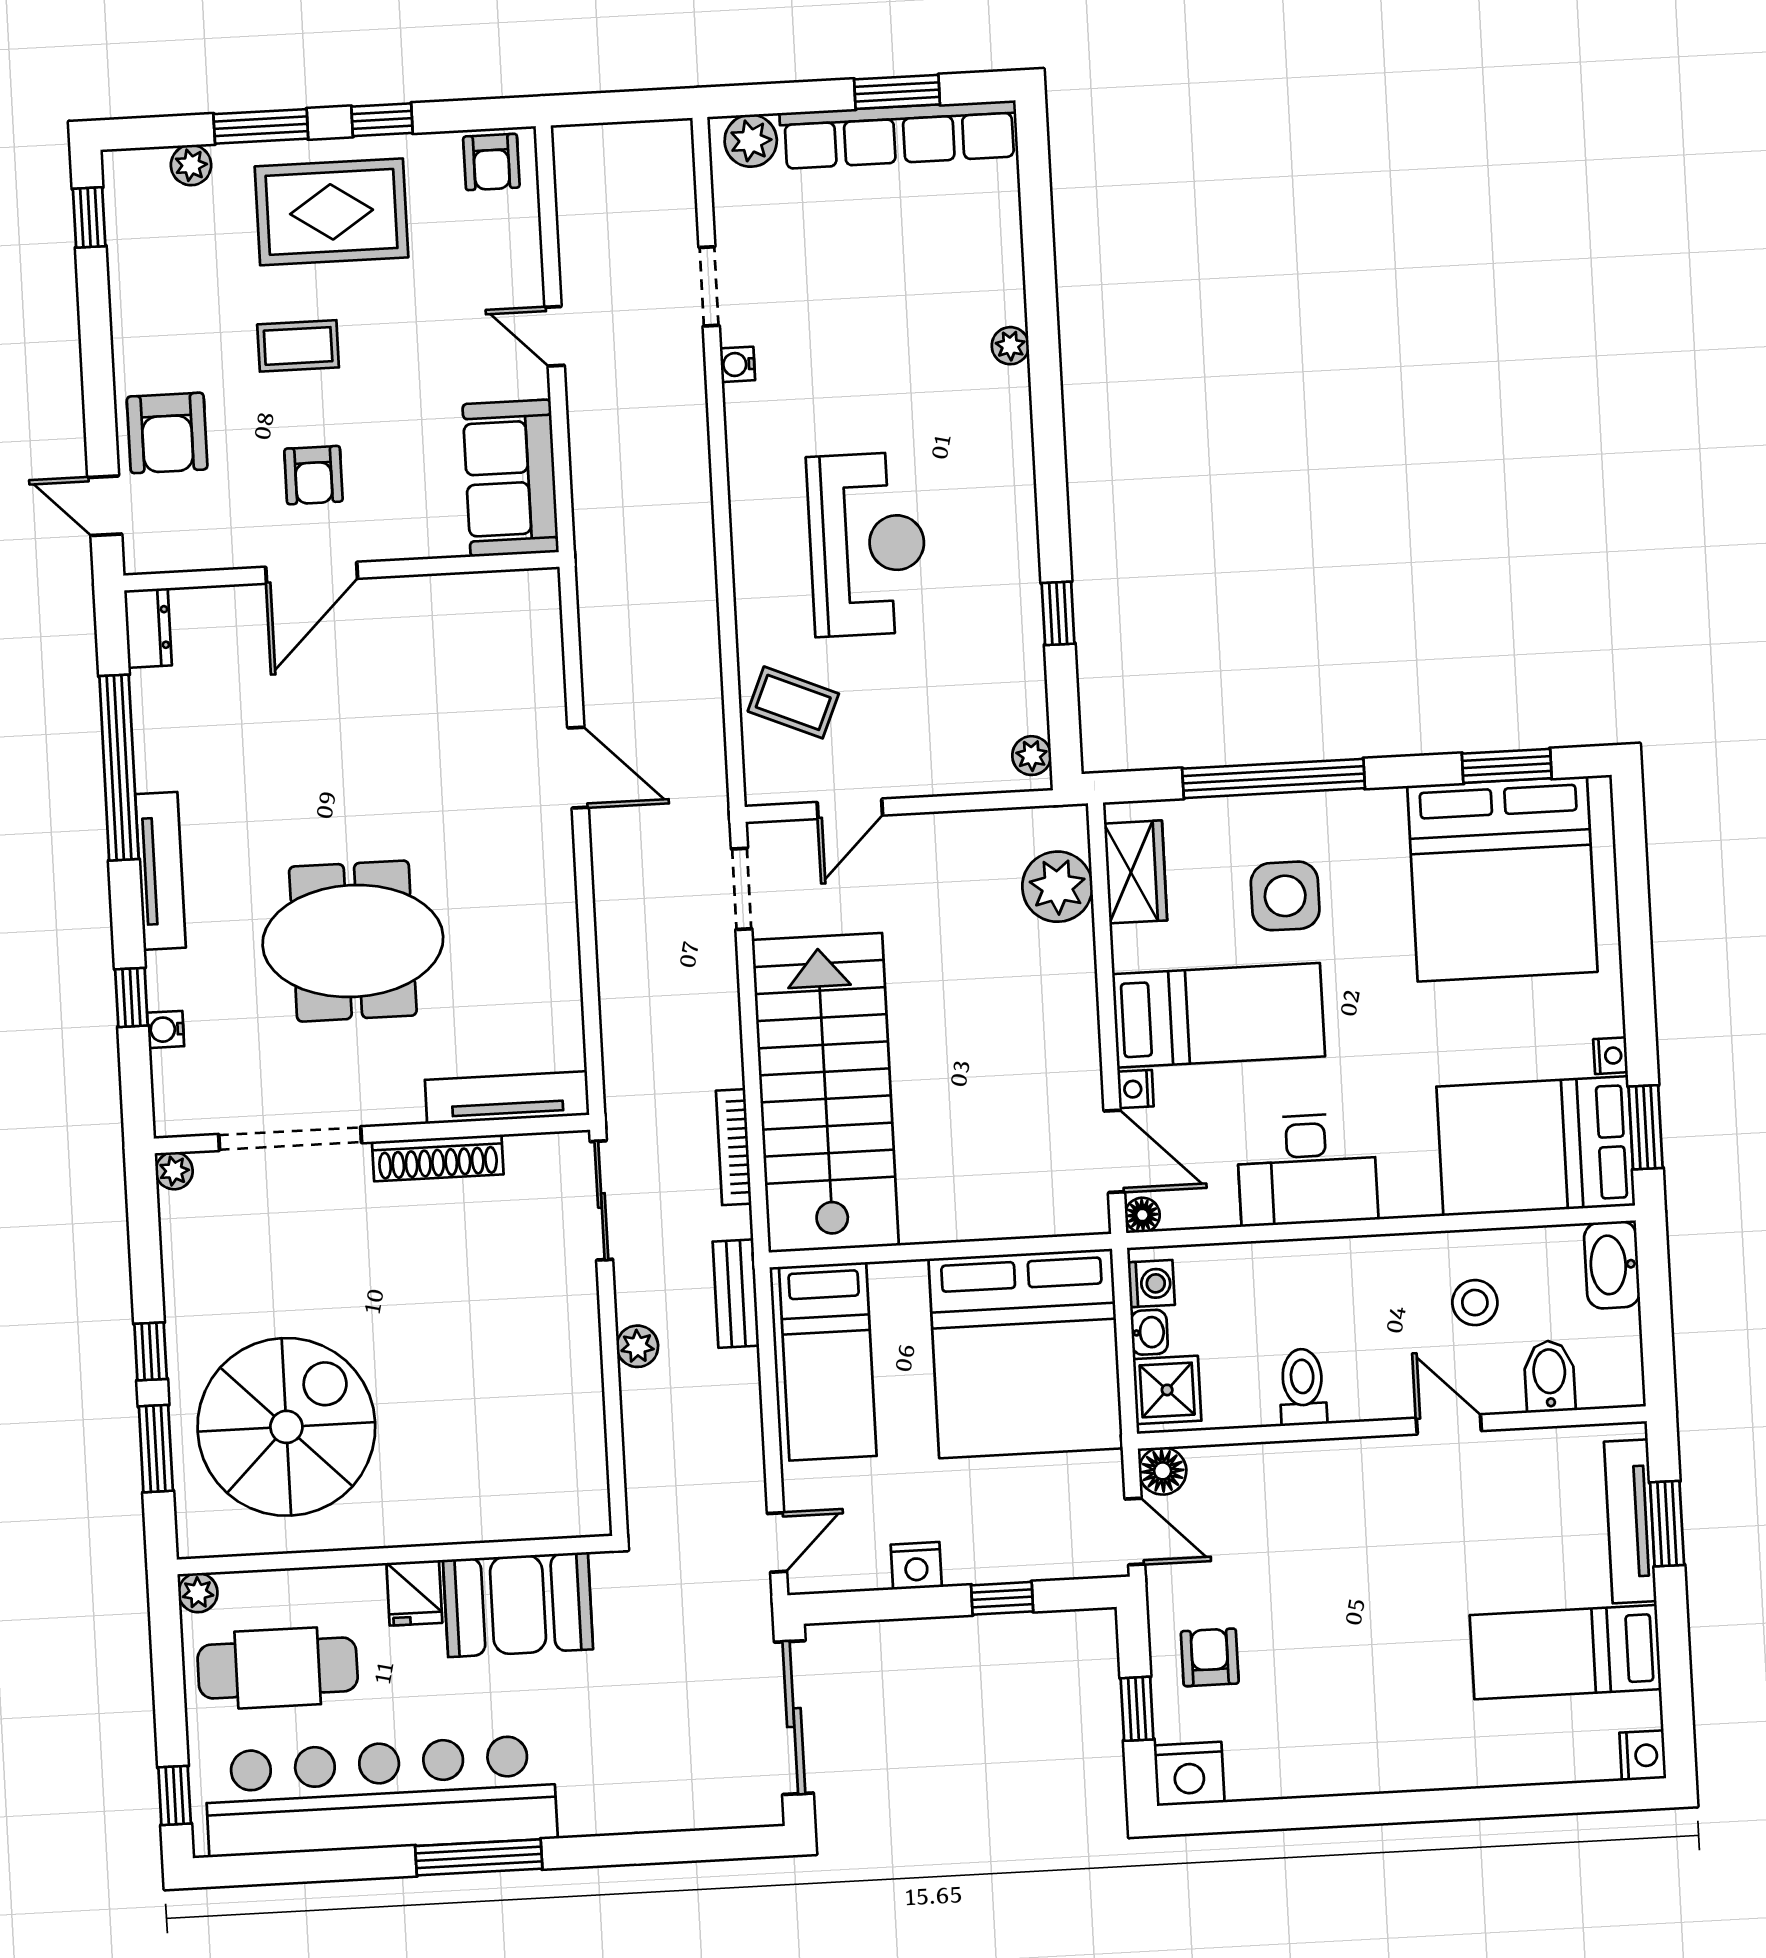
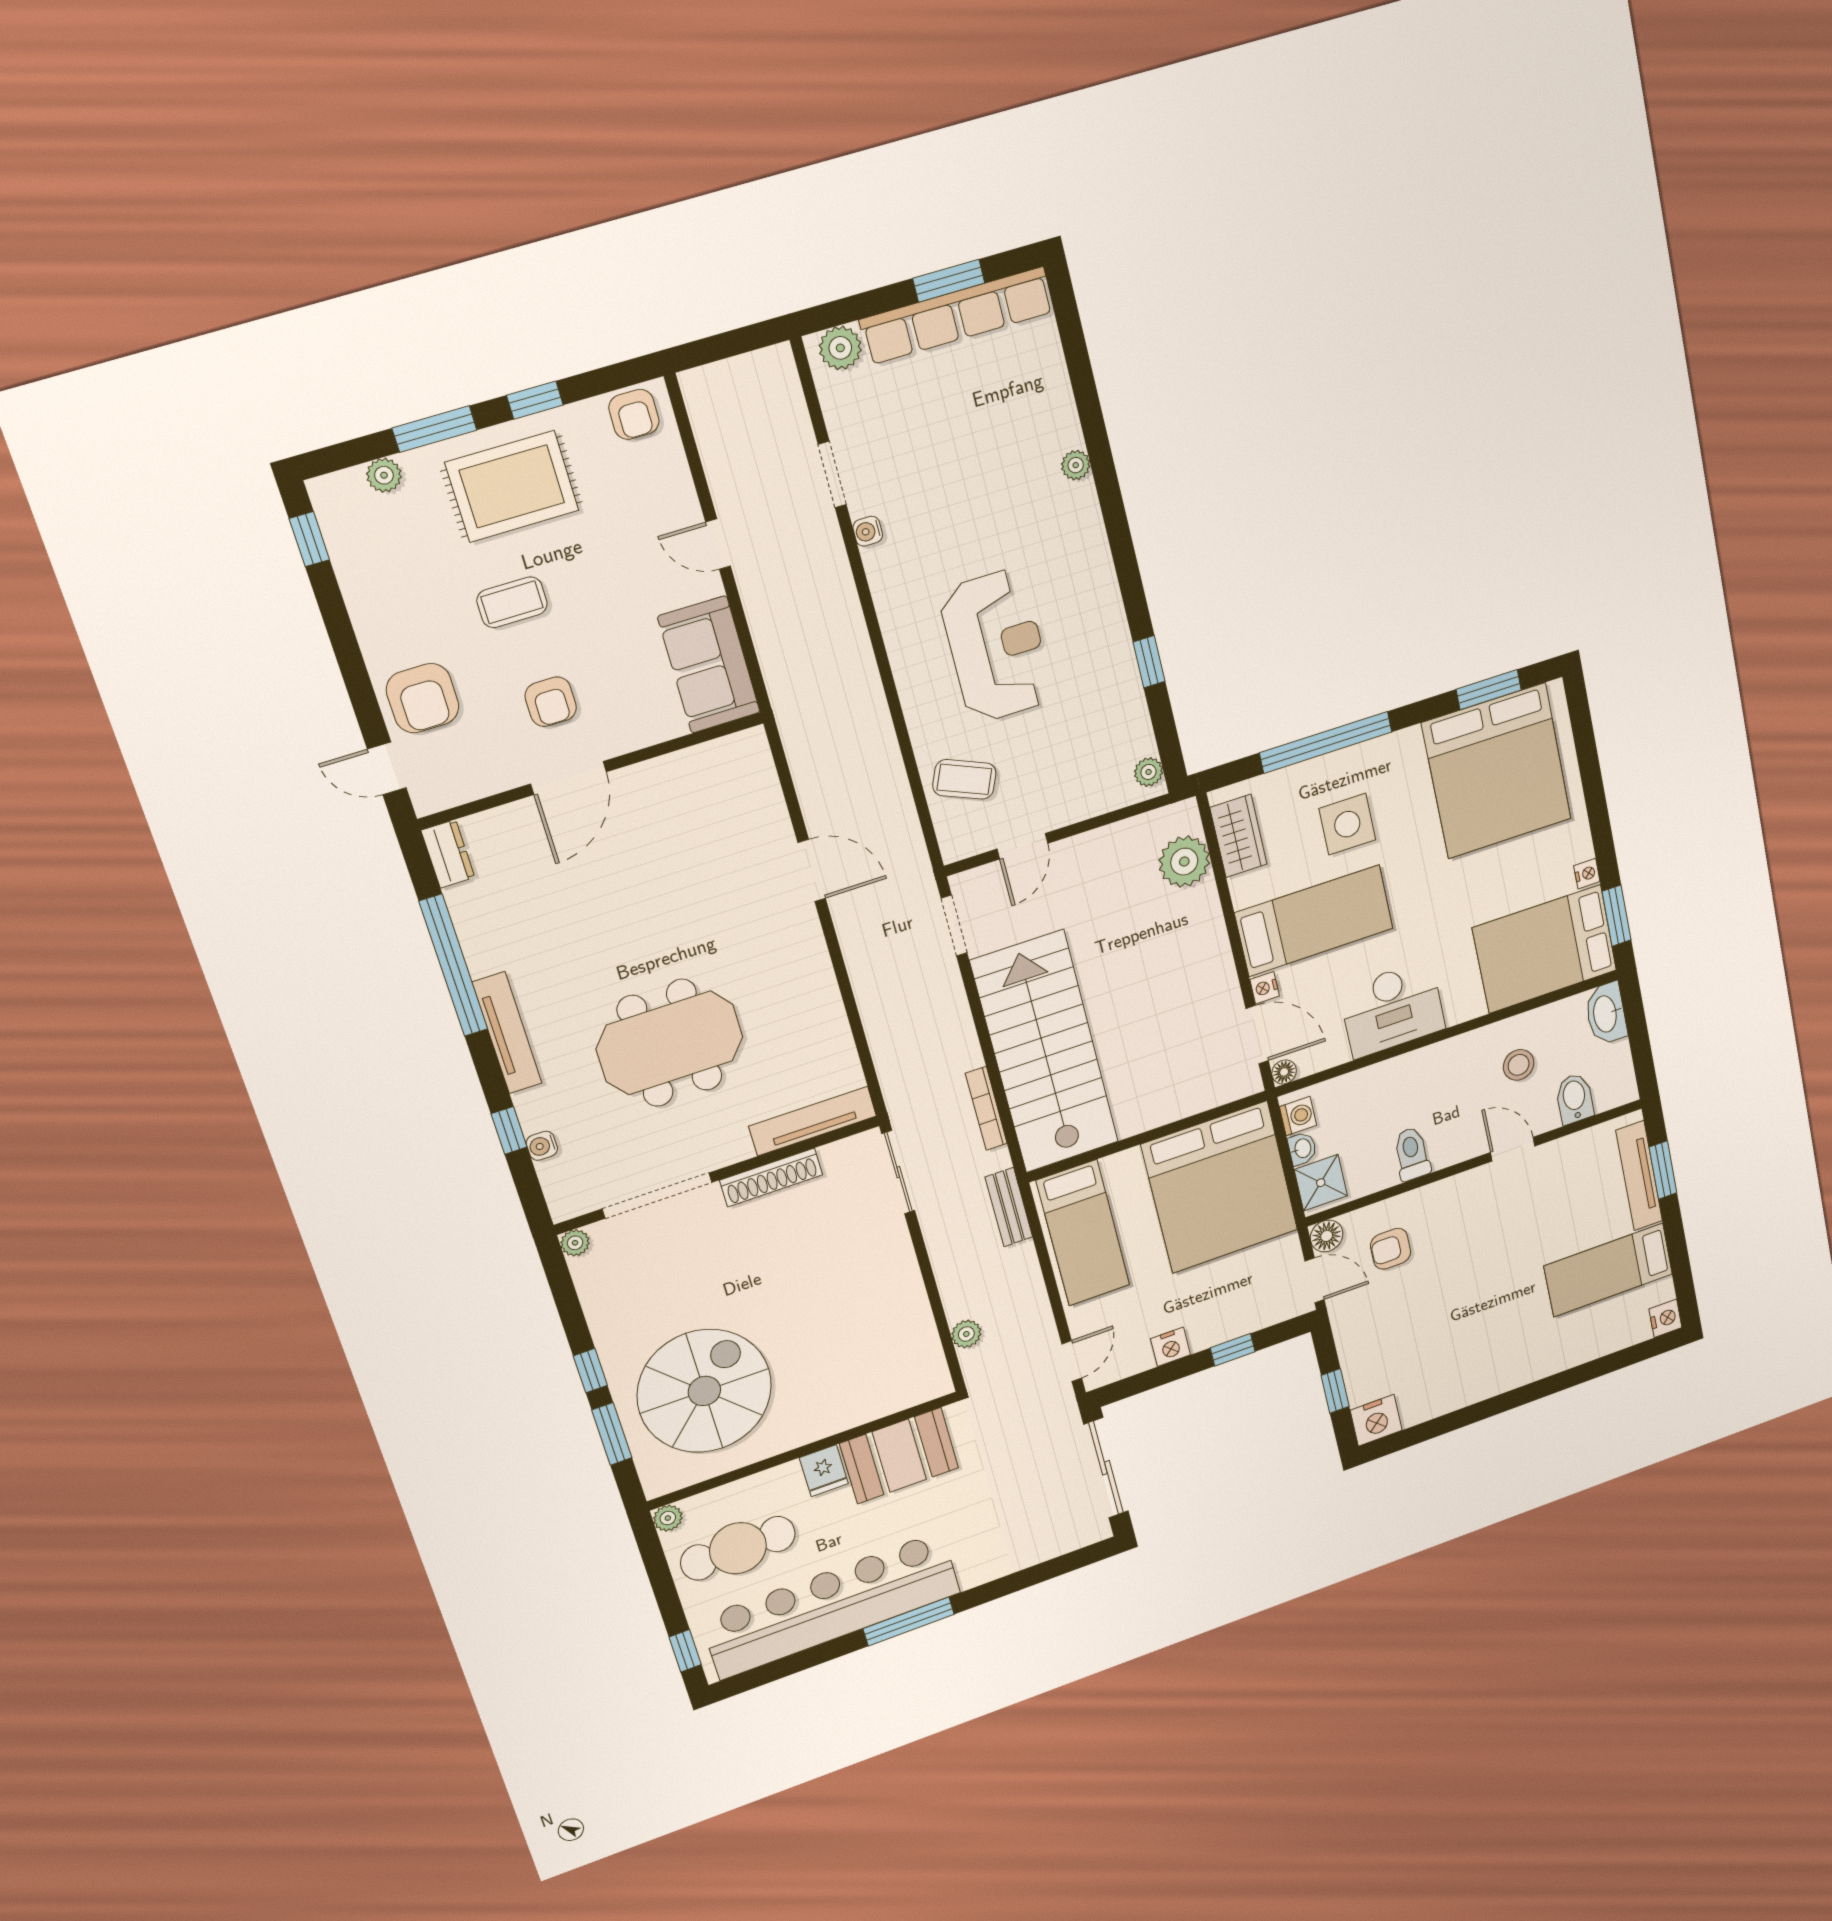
plant: (637, 1346) -> (966, 1334), moved
armchair: (1210, 1657) -> (1391, 1249), moved, turned -90

